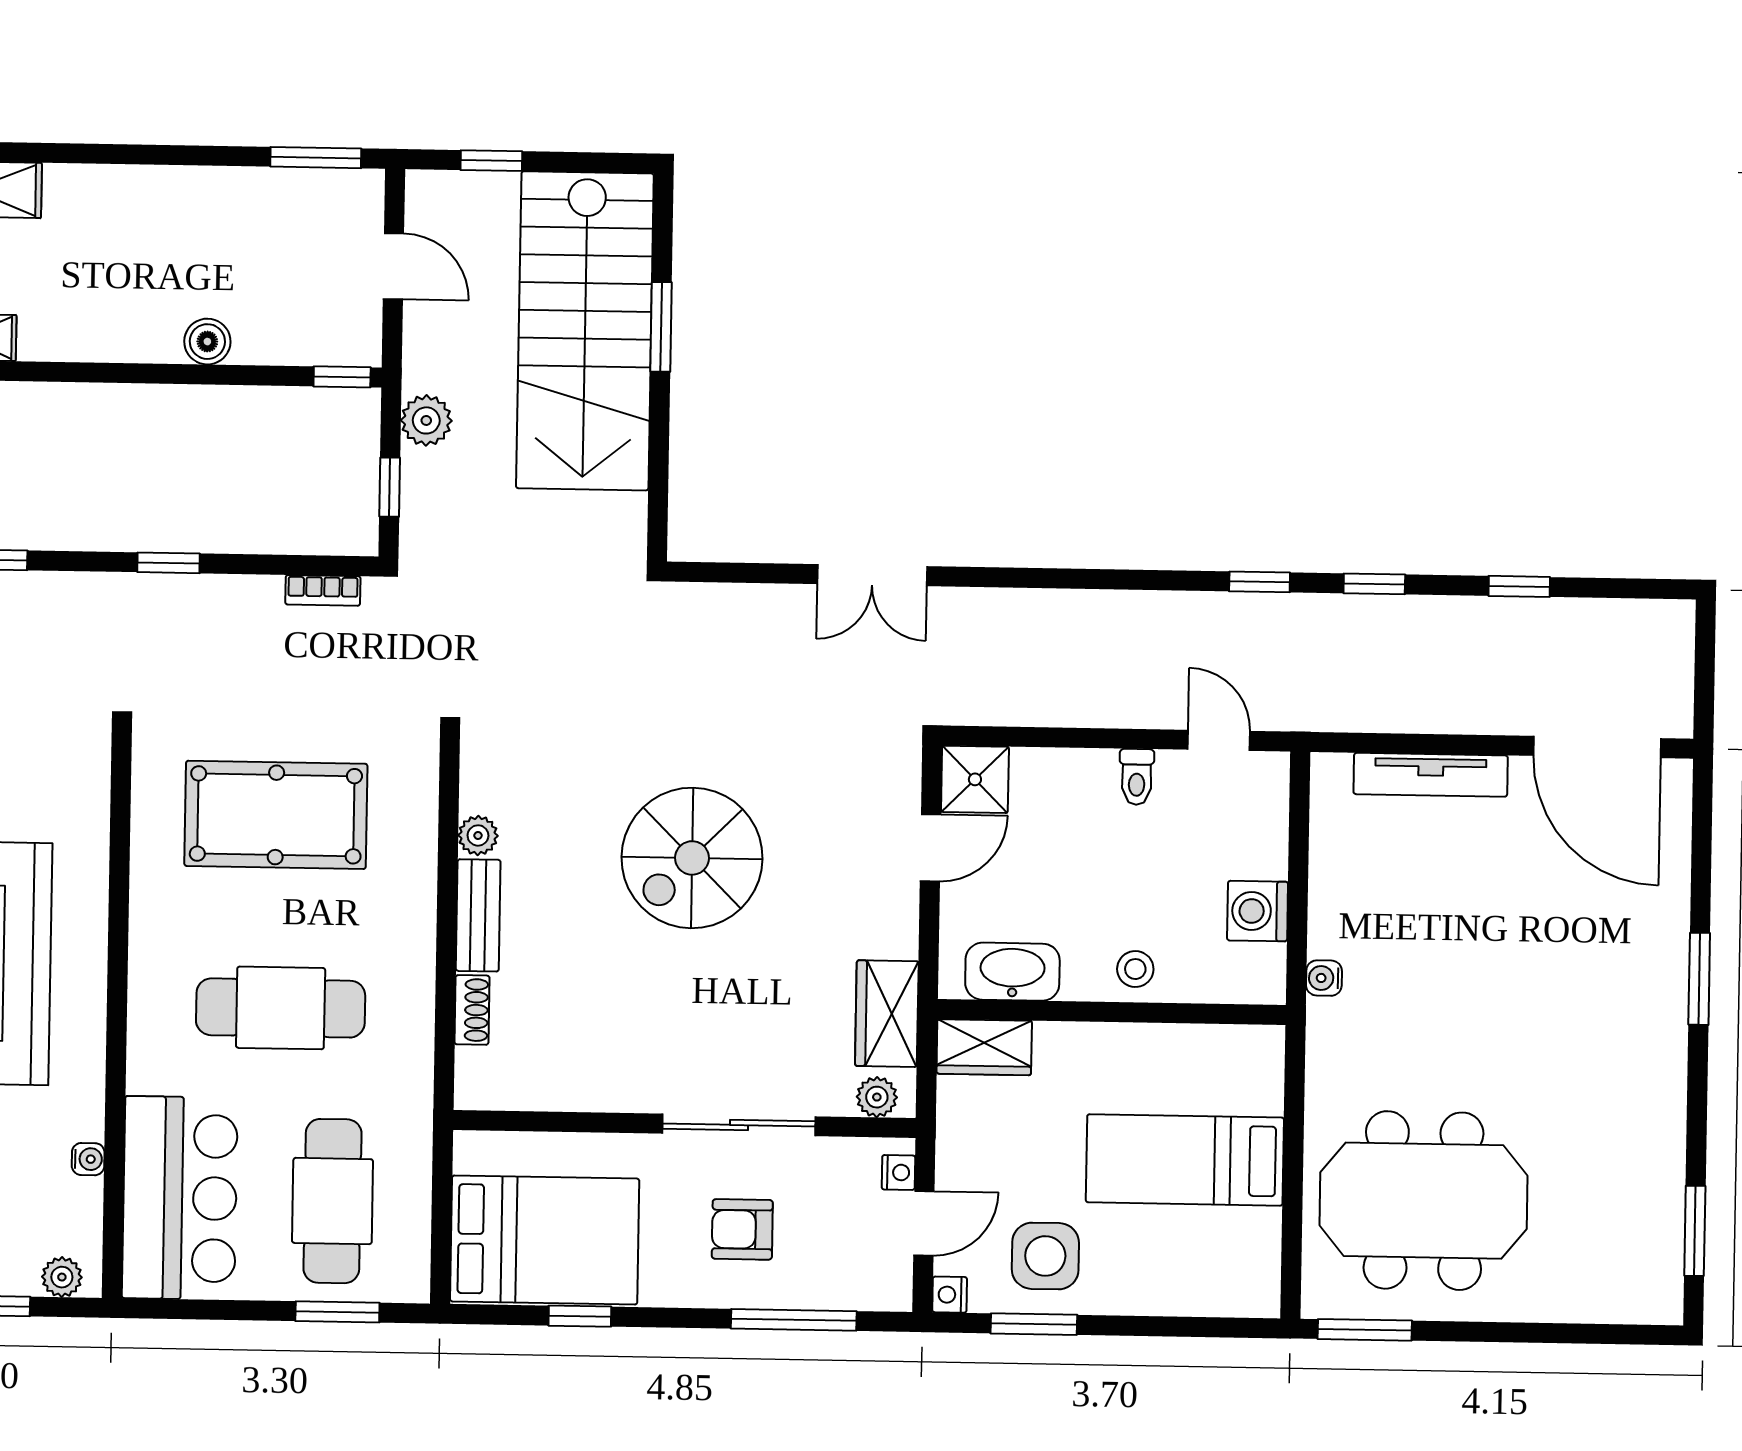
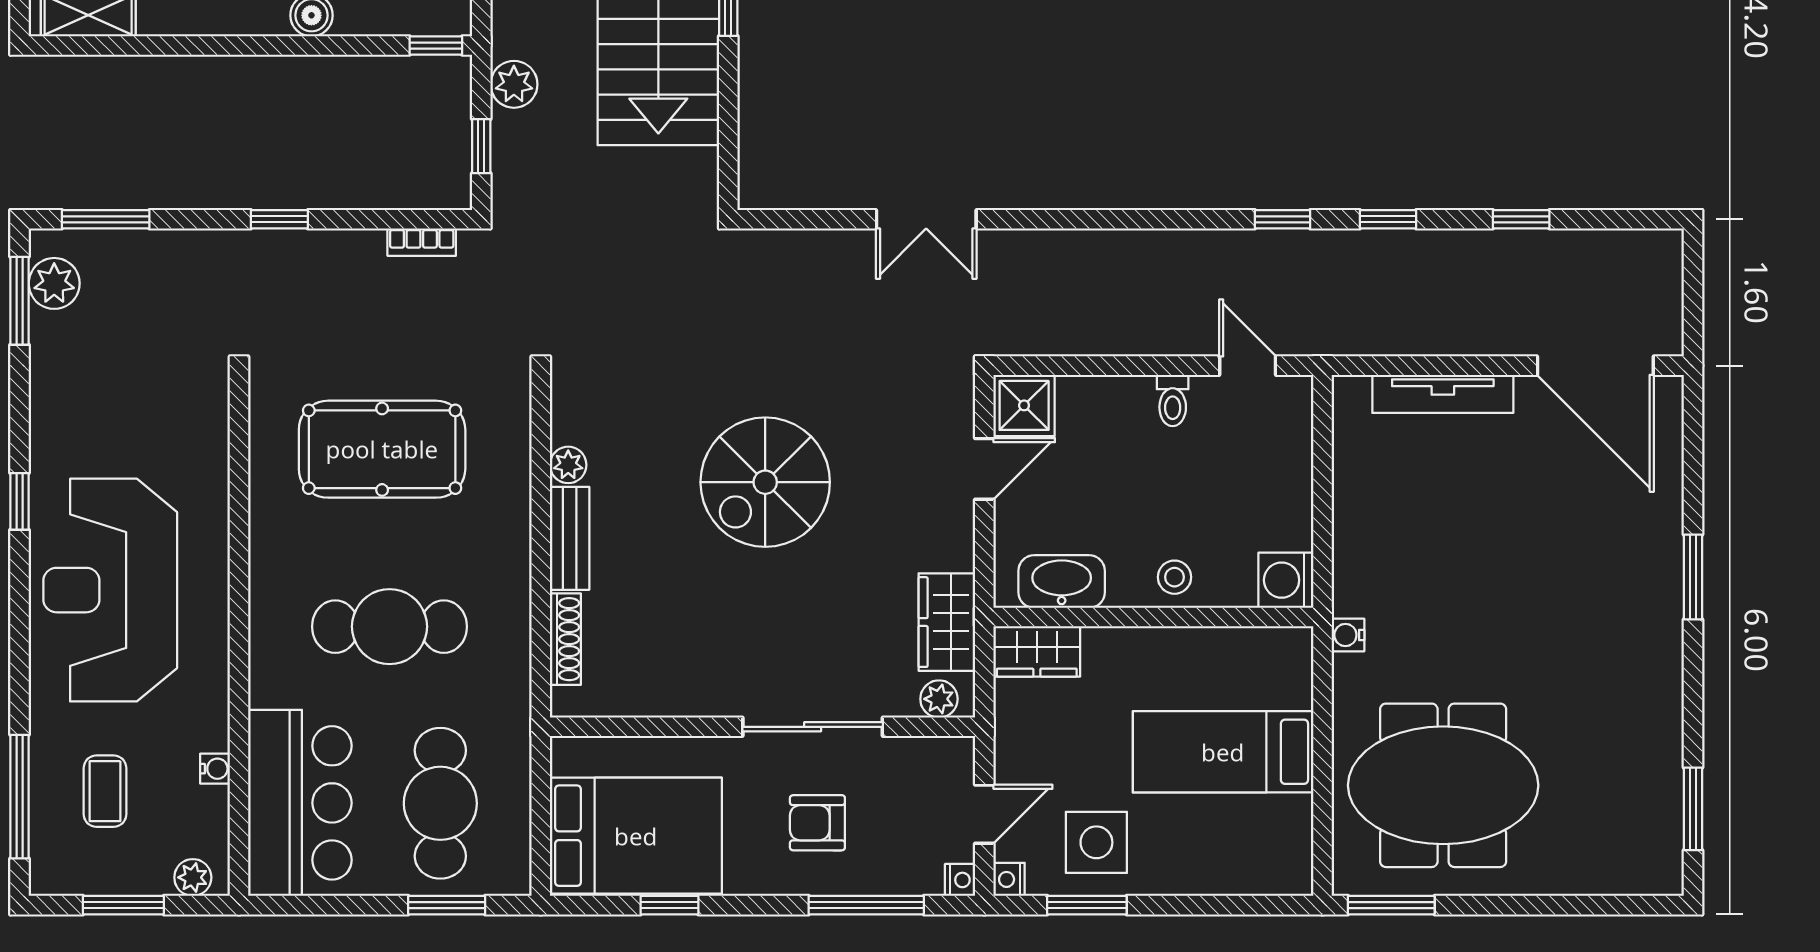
washing machine: (1258, 911) -> (1286, 580), moved
water cooler: (1324, 978) -> (1348, 635), moved
shoe rack: (472, 1010) -> (565, 639), width x1.43
nightstand: (898, 1172) -> (960, 880), moved

